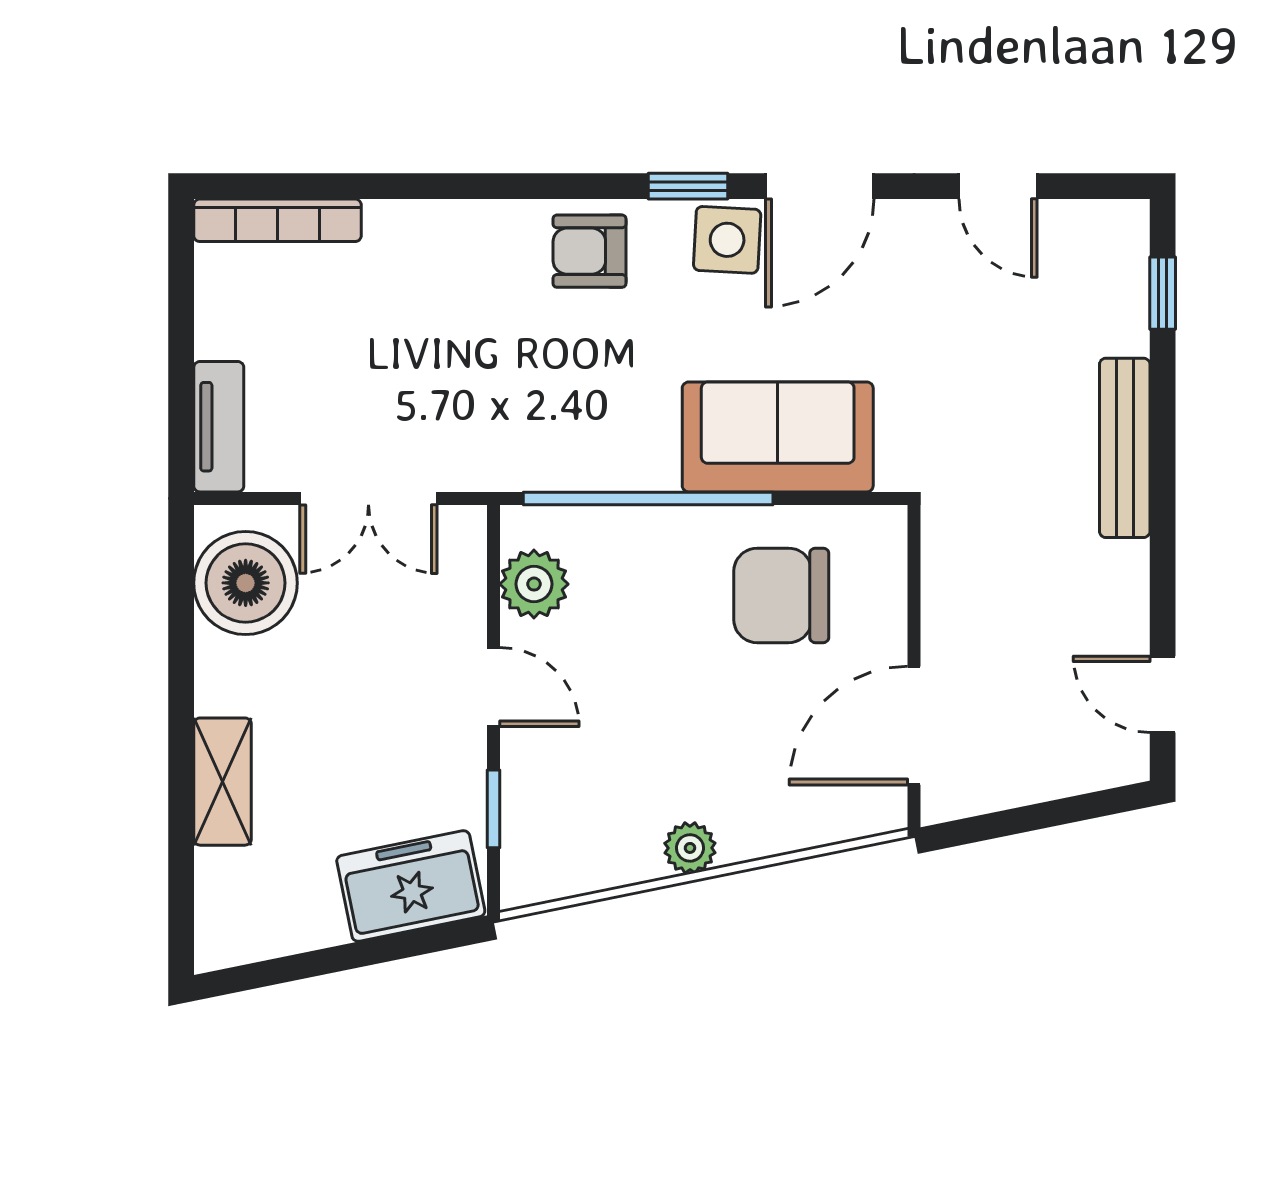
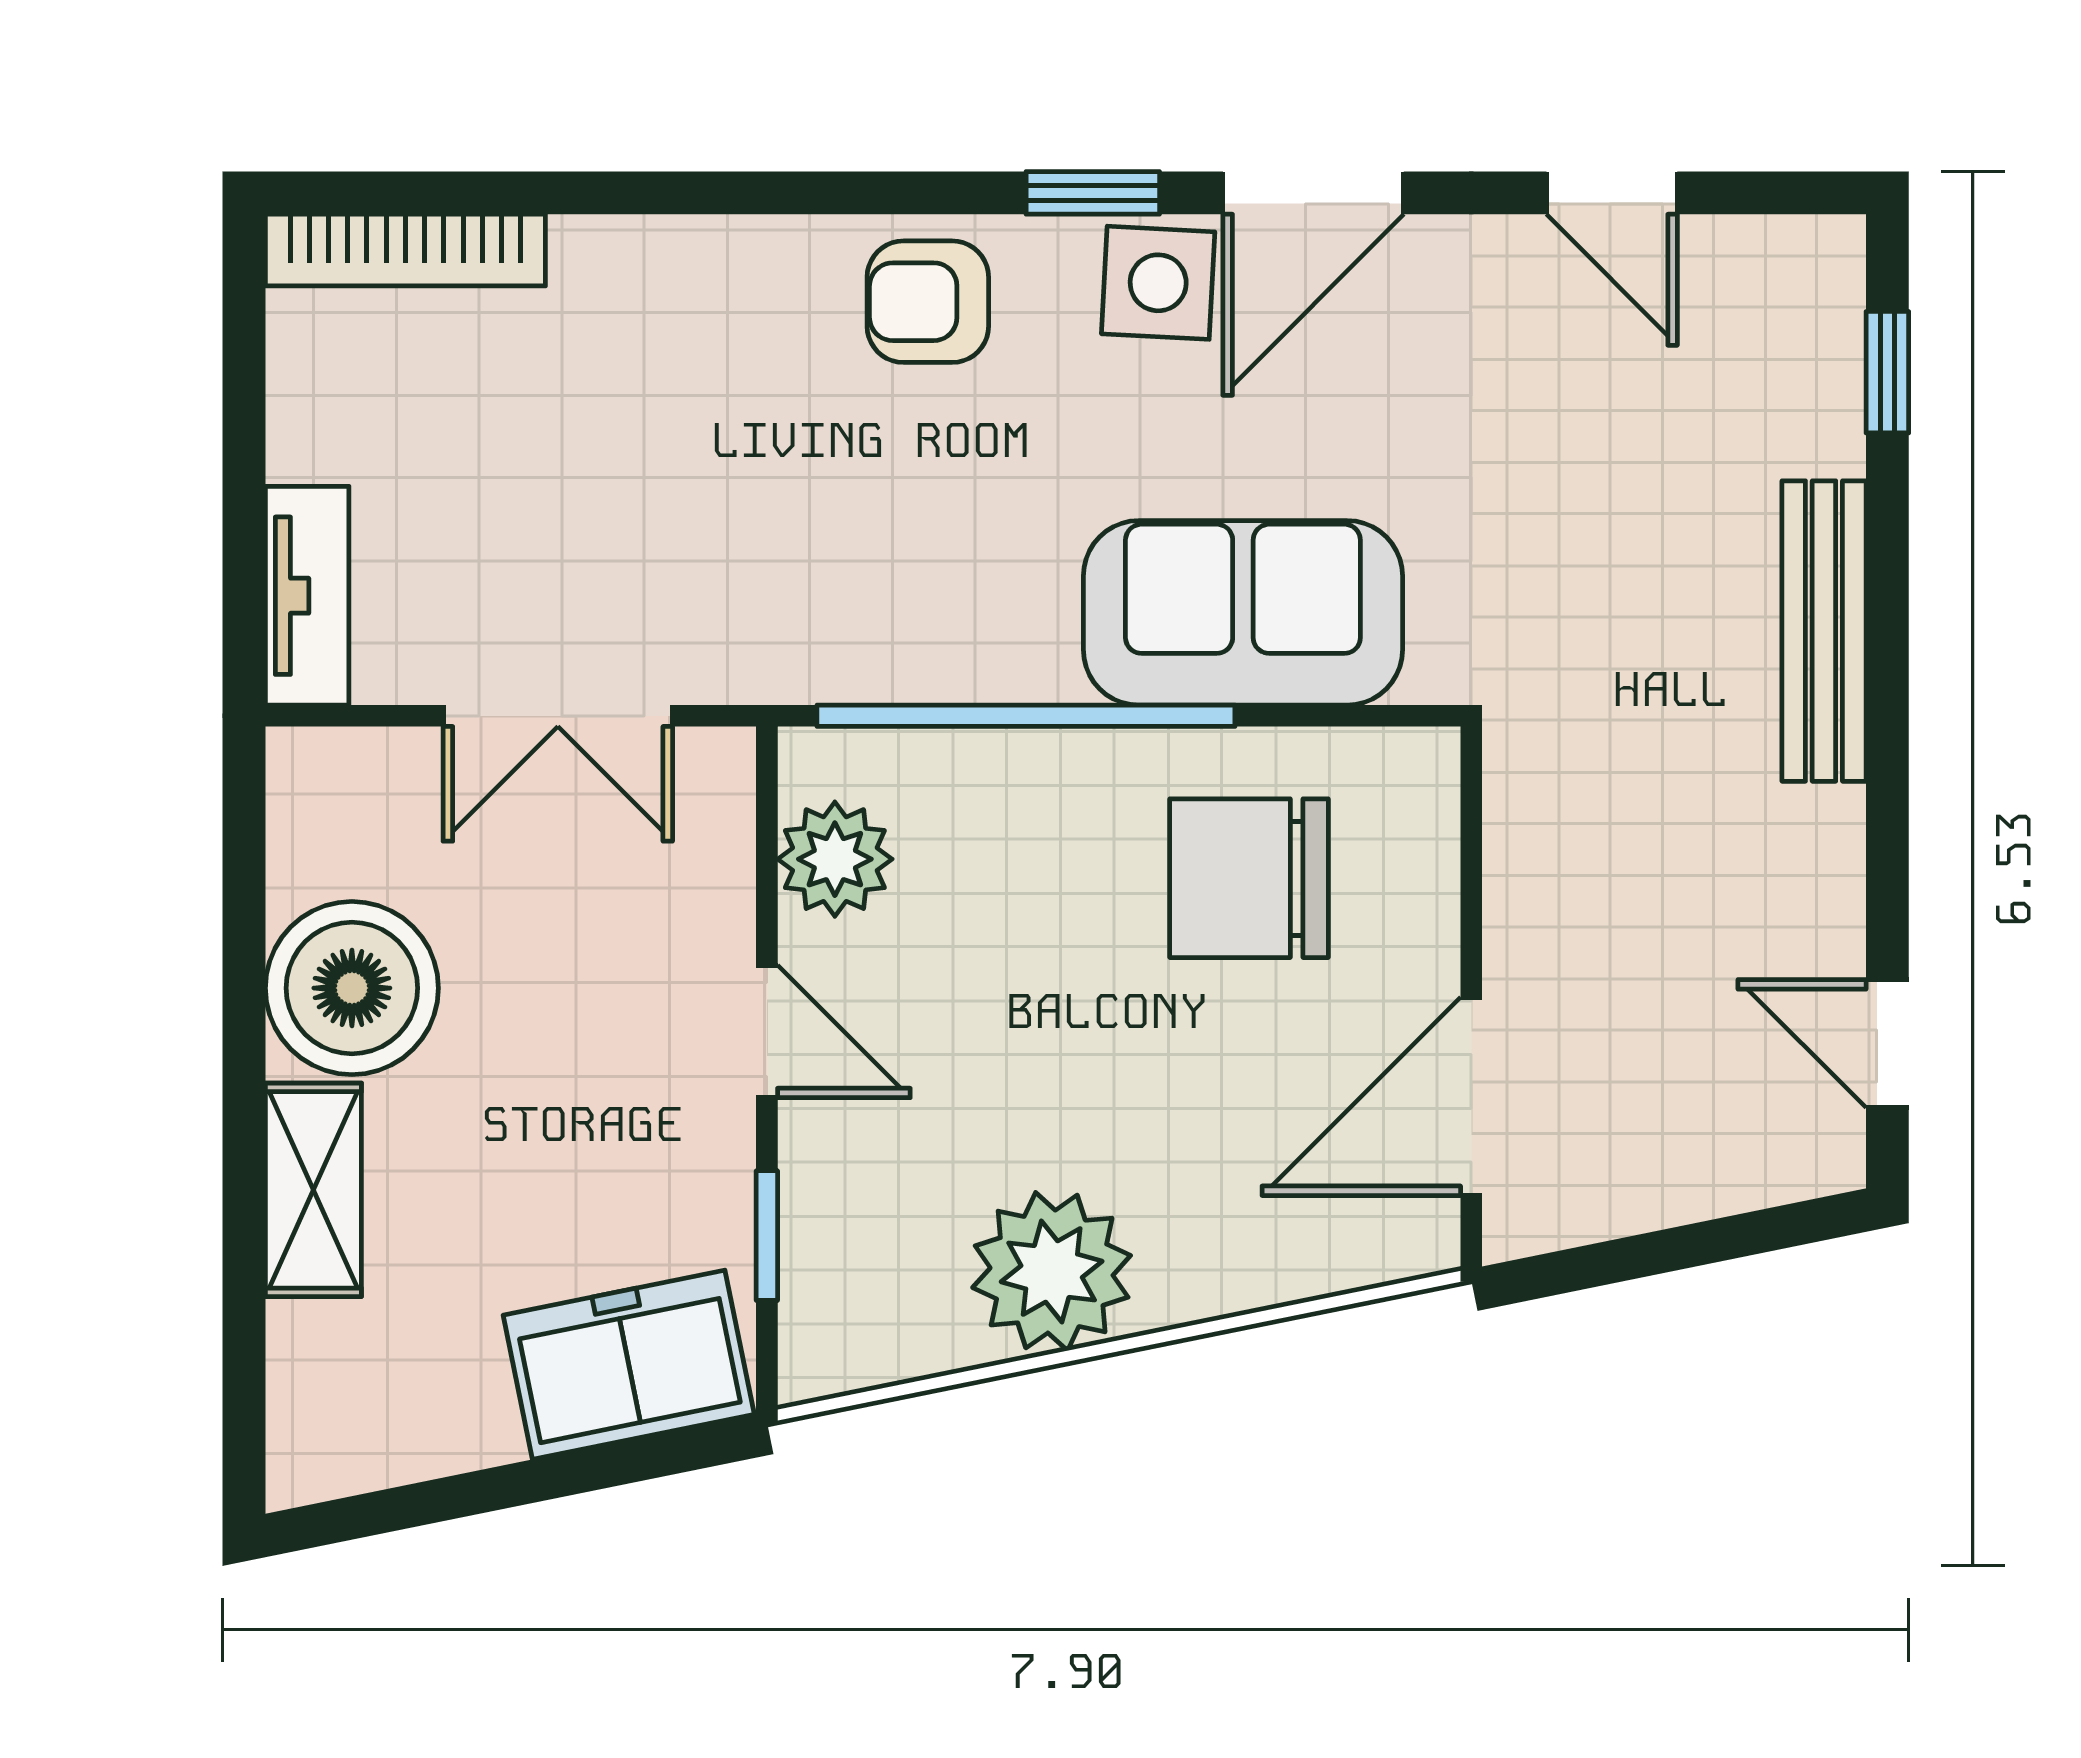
boiler: (246, 583) -> (352, 988), moved
plant: (690, 848) -> (1052, 1272), width x1.87, depth x1.87

